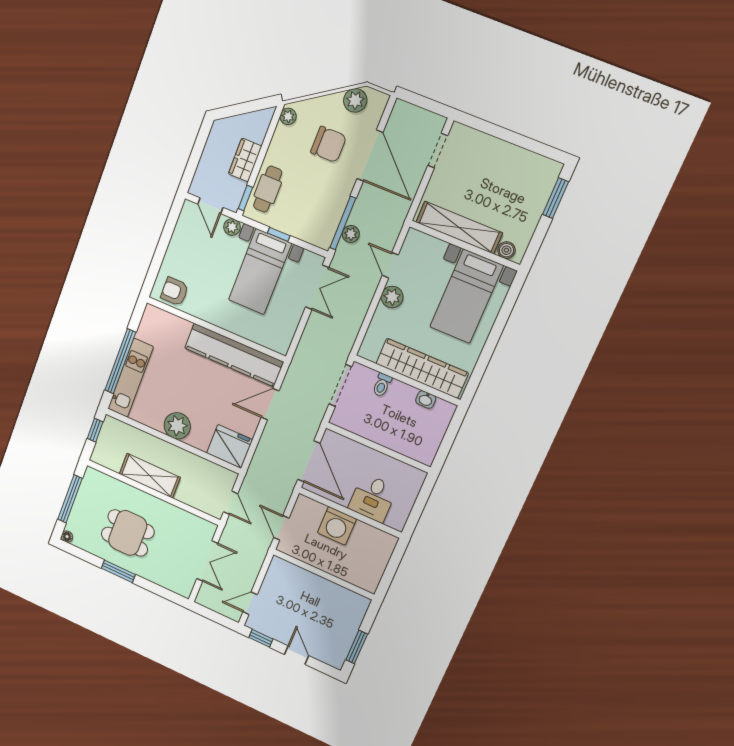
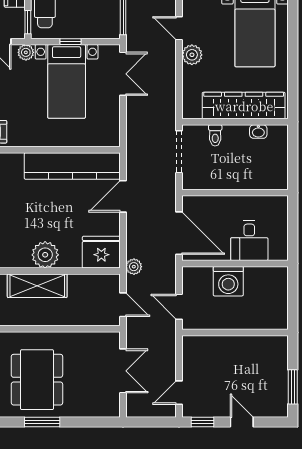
plant: (351, 234) -> (134, 267), moved
shelving: (150, 476) -> (37, 286), moved
dining table: (128, 533) -> (37, 380), width x1.37

